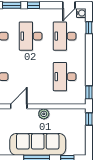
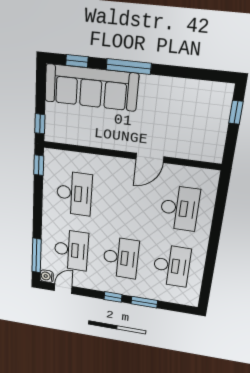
window: (89, 28) -> (37, 255), width x2.17
plant: (44, 114) -> (111, 141), removed
sofa: (38, 144) -> (91, 87), moved

